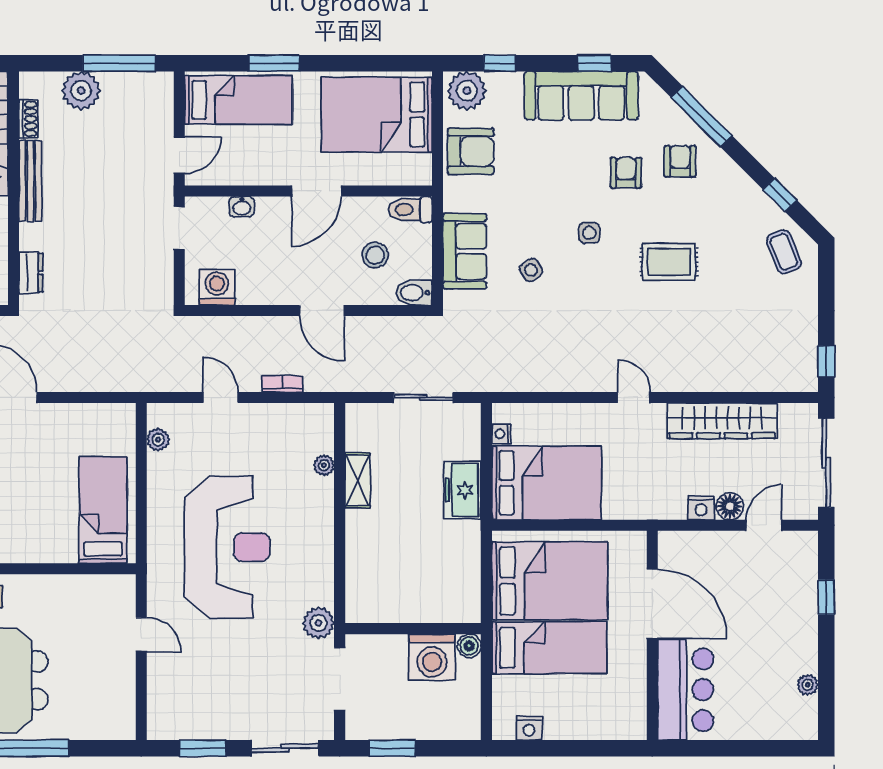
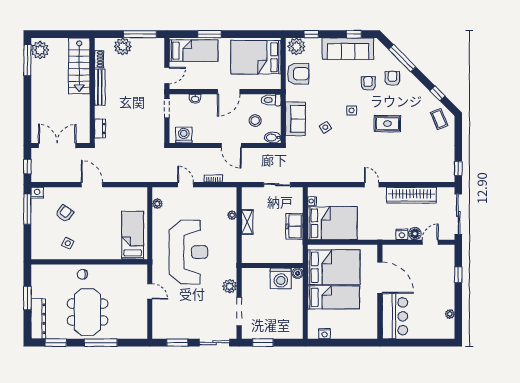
wall: (413, 629) -> (272, 265), moved
boiler: (469, 646) -> (298, 273), moved
washing machine: (432, 657) -> (281, 278), moved

